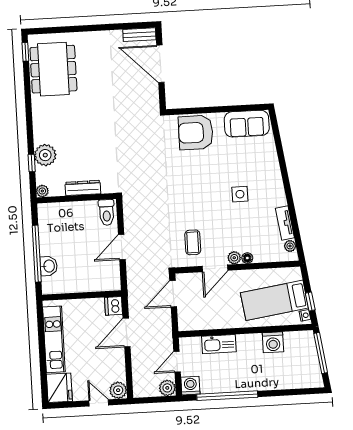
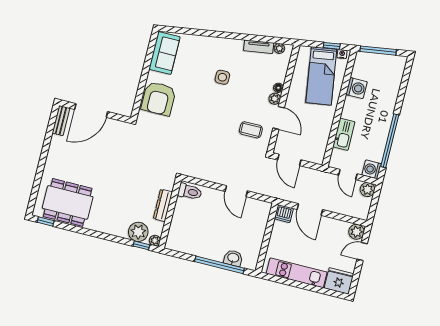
dresser: (83, 188) -> (163, 205), moved
plant: (42, 191) -> (155, 240), moved
wall: (76, 198) -> (170, 214), moved
toilet: (107, 212) -> (190, 192), moved

